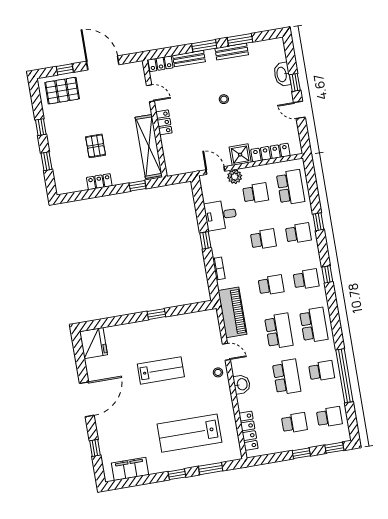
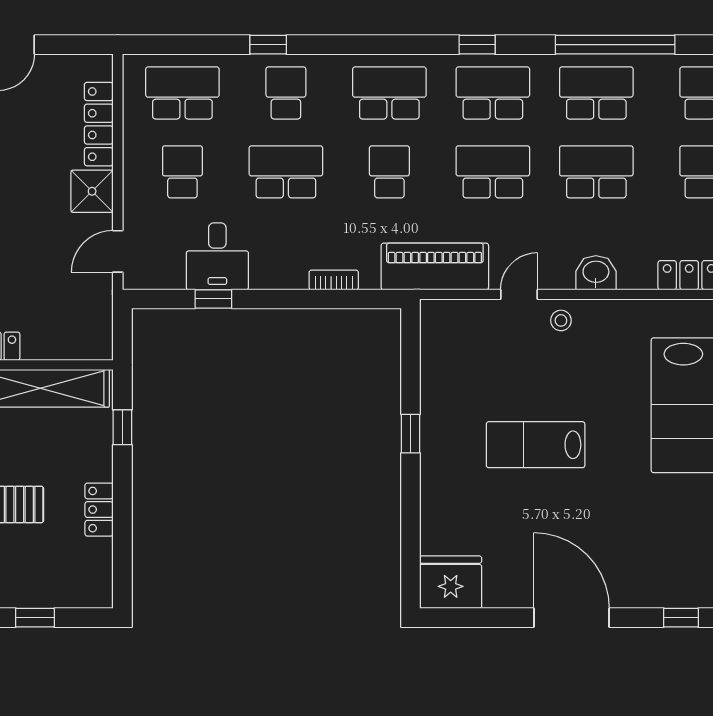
plant: (235, 177) -> (138, 211), removed
school desk: (263, 239) -> (286, 172), width x1.85
window: (205, 240) -> (213, 299), moved
window: (327, 274) -> (477, 45), moved
school desk: (306, 279) -> (389, 93), width x1.85
lab bench: (161, 370) -> (536, 445), turned -90
school desk: (322, 371) -> (596, 93), width x1.85

